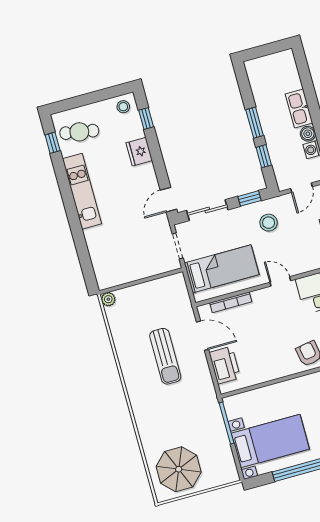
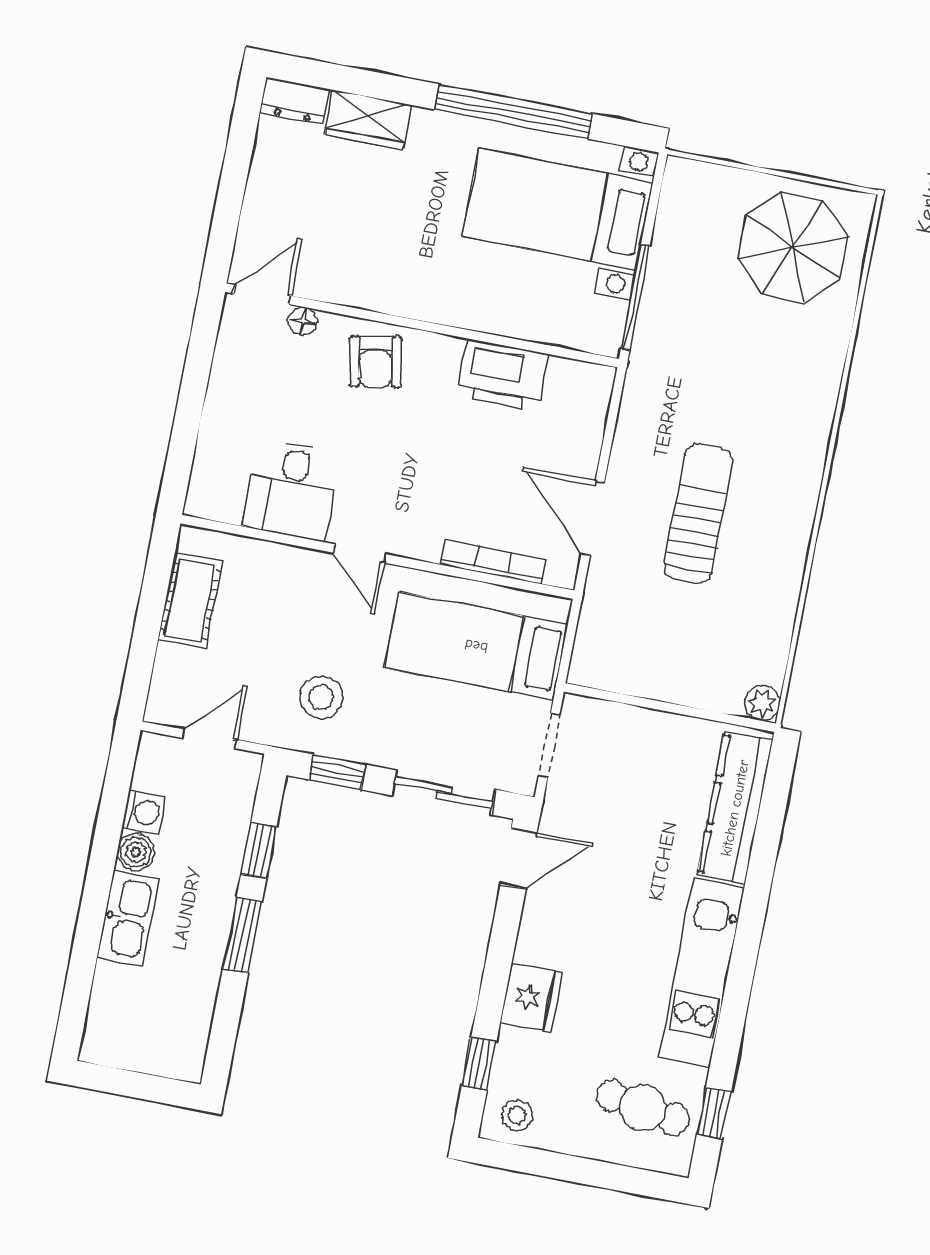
kitchen counter: (99, 257) -> (735, 808), added
printer: (225, 365) -> (503, 375), moved, turned -90

